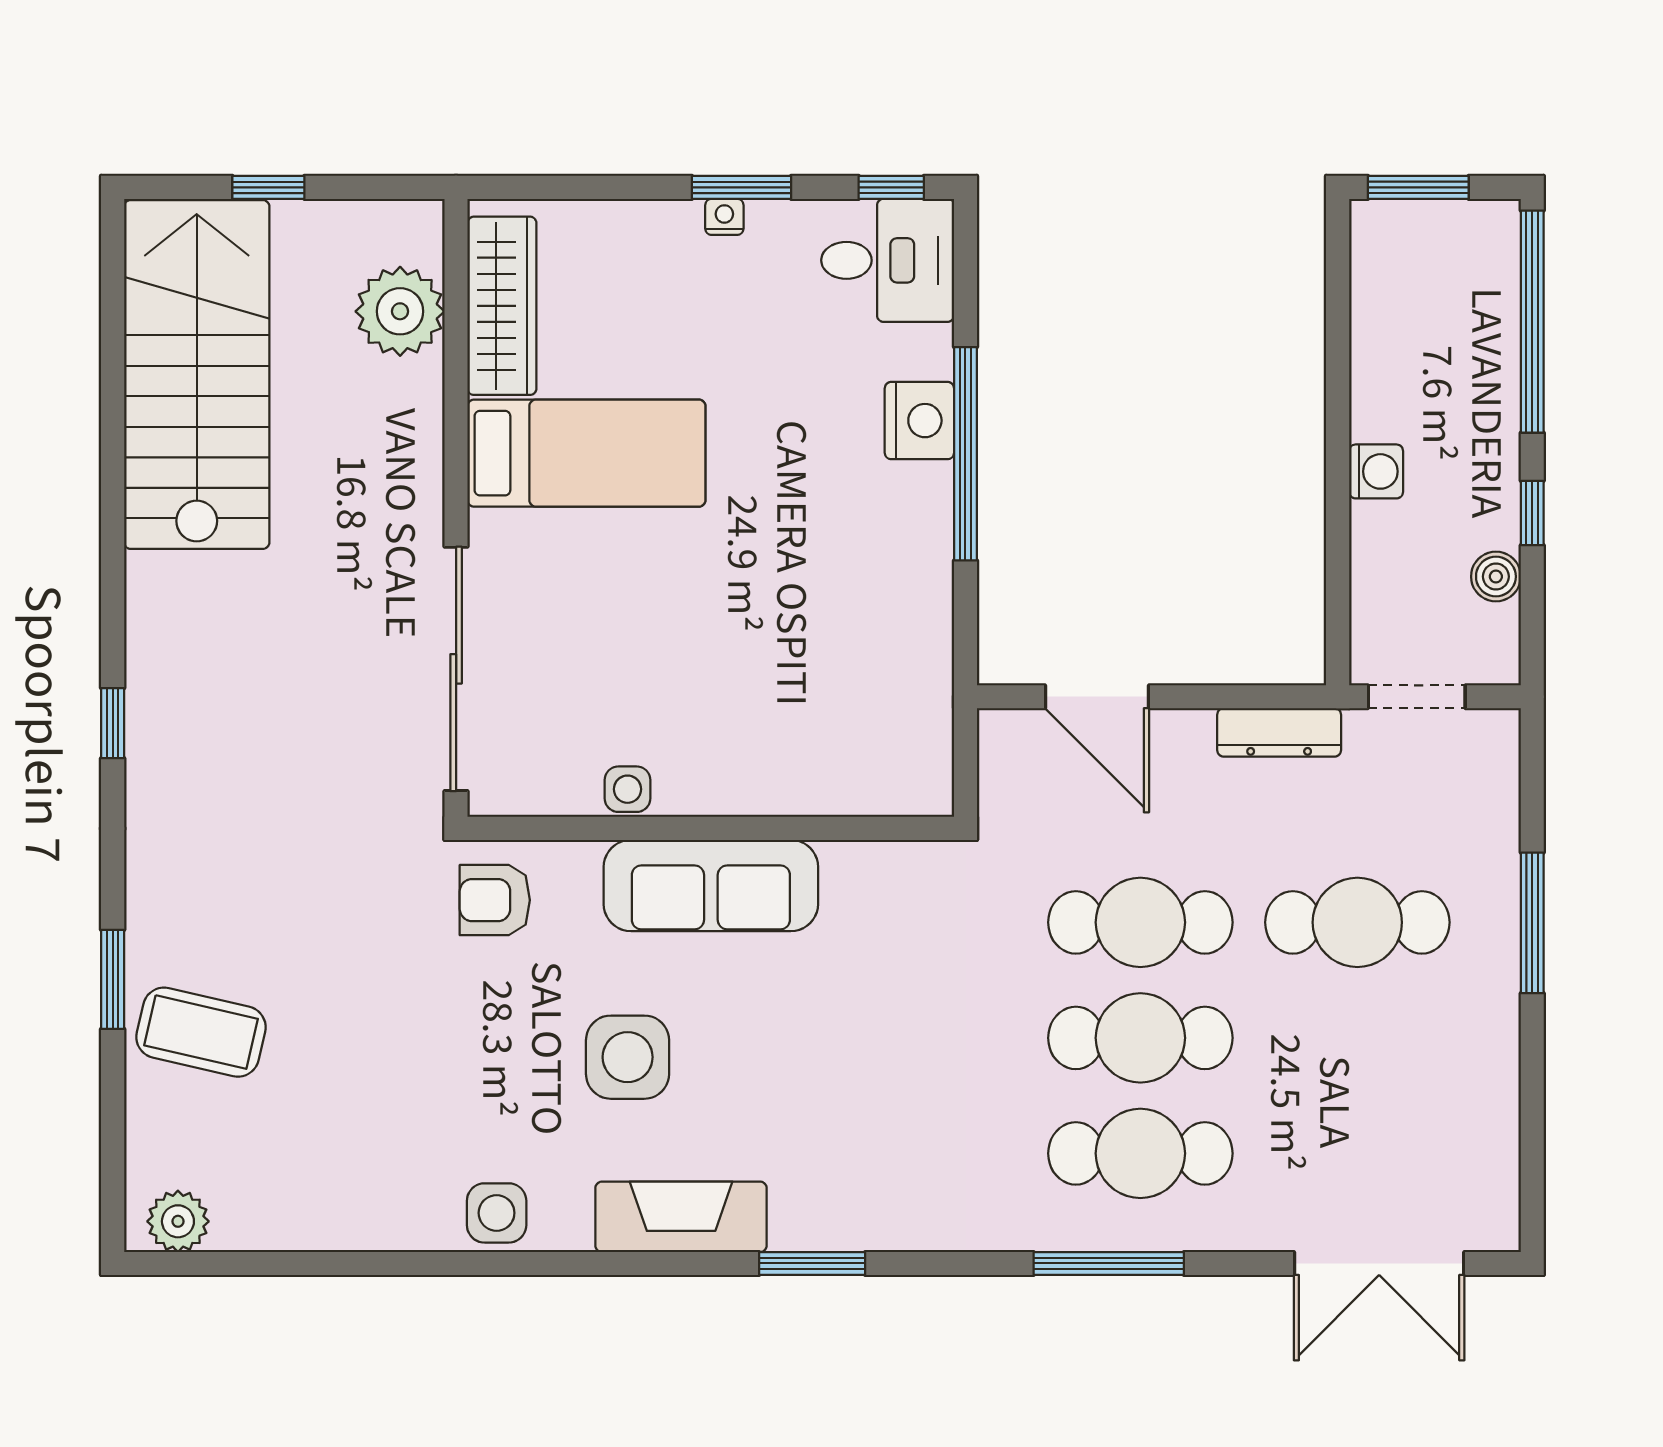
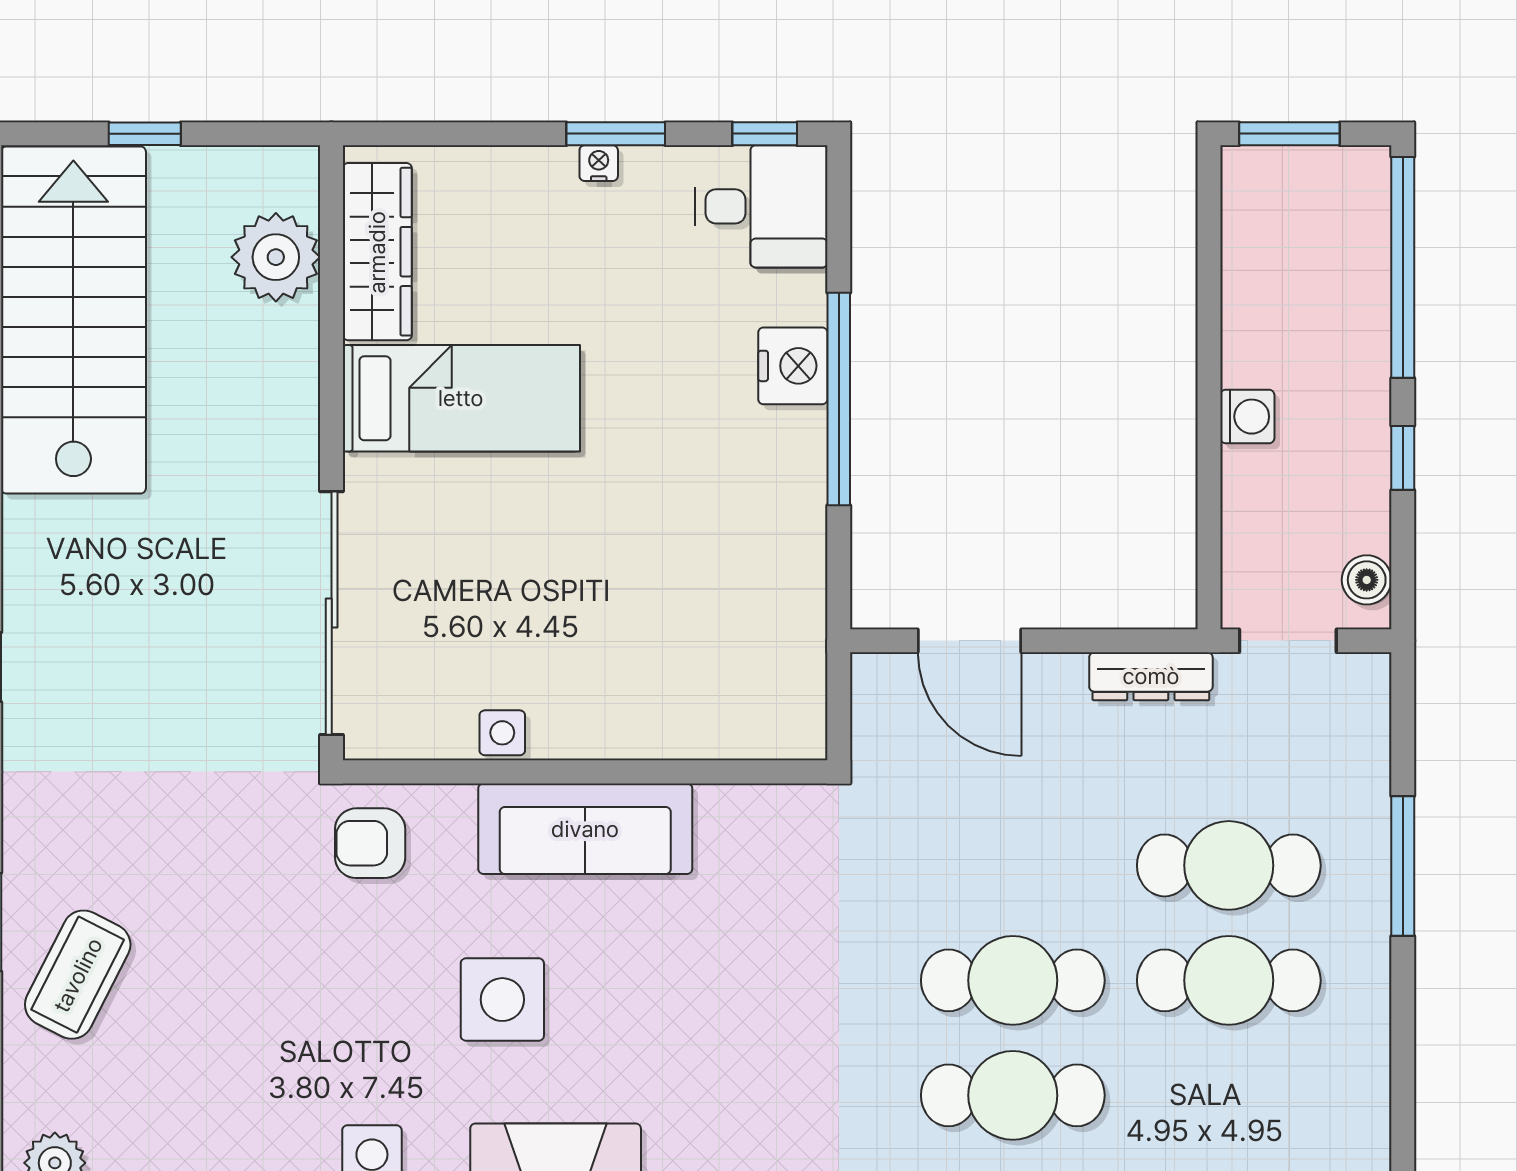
boiler: (1496, 577) -> (1367, 580), moved
cafe table: (1140, 922) -> (1229, 980), moved
coffee table: (201, 1032) -> (78, 975), turned -76

